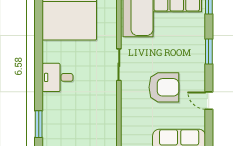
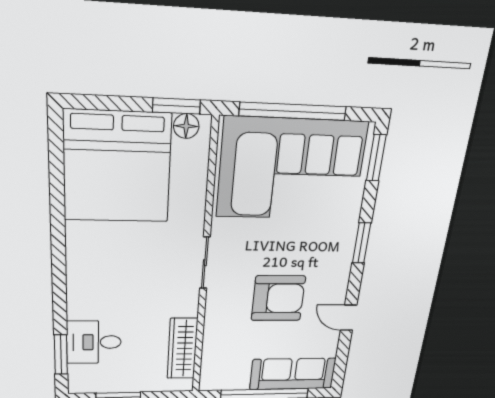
desk: (57, 77) -> (94, 342), moved
wardrobe: (109, 121) -> (182, 349), added

